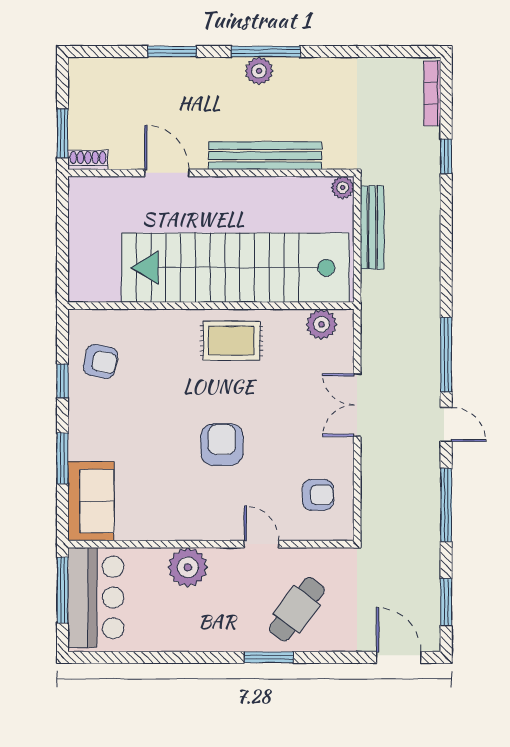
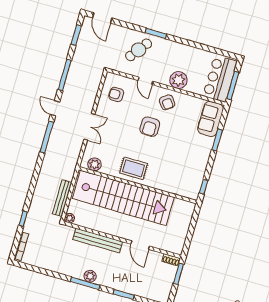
armchair: (101, 361) -> (167, 102), moved, turned -138
window: (62, 381) -> (204, 187), moved

